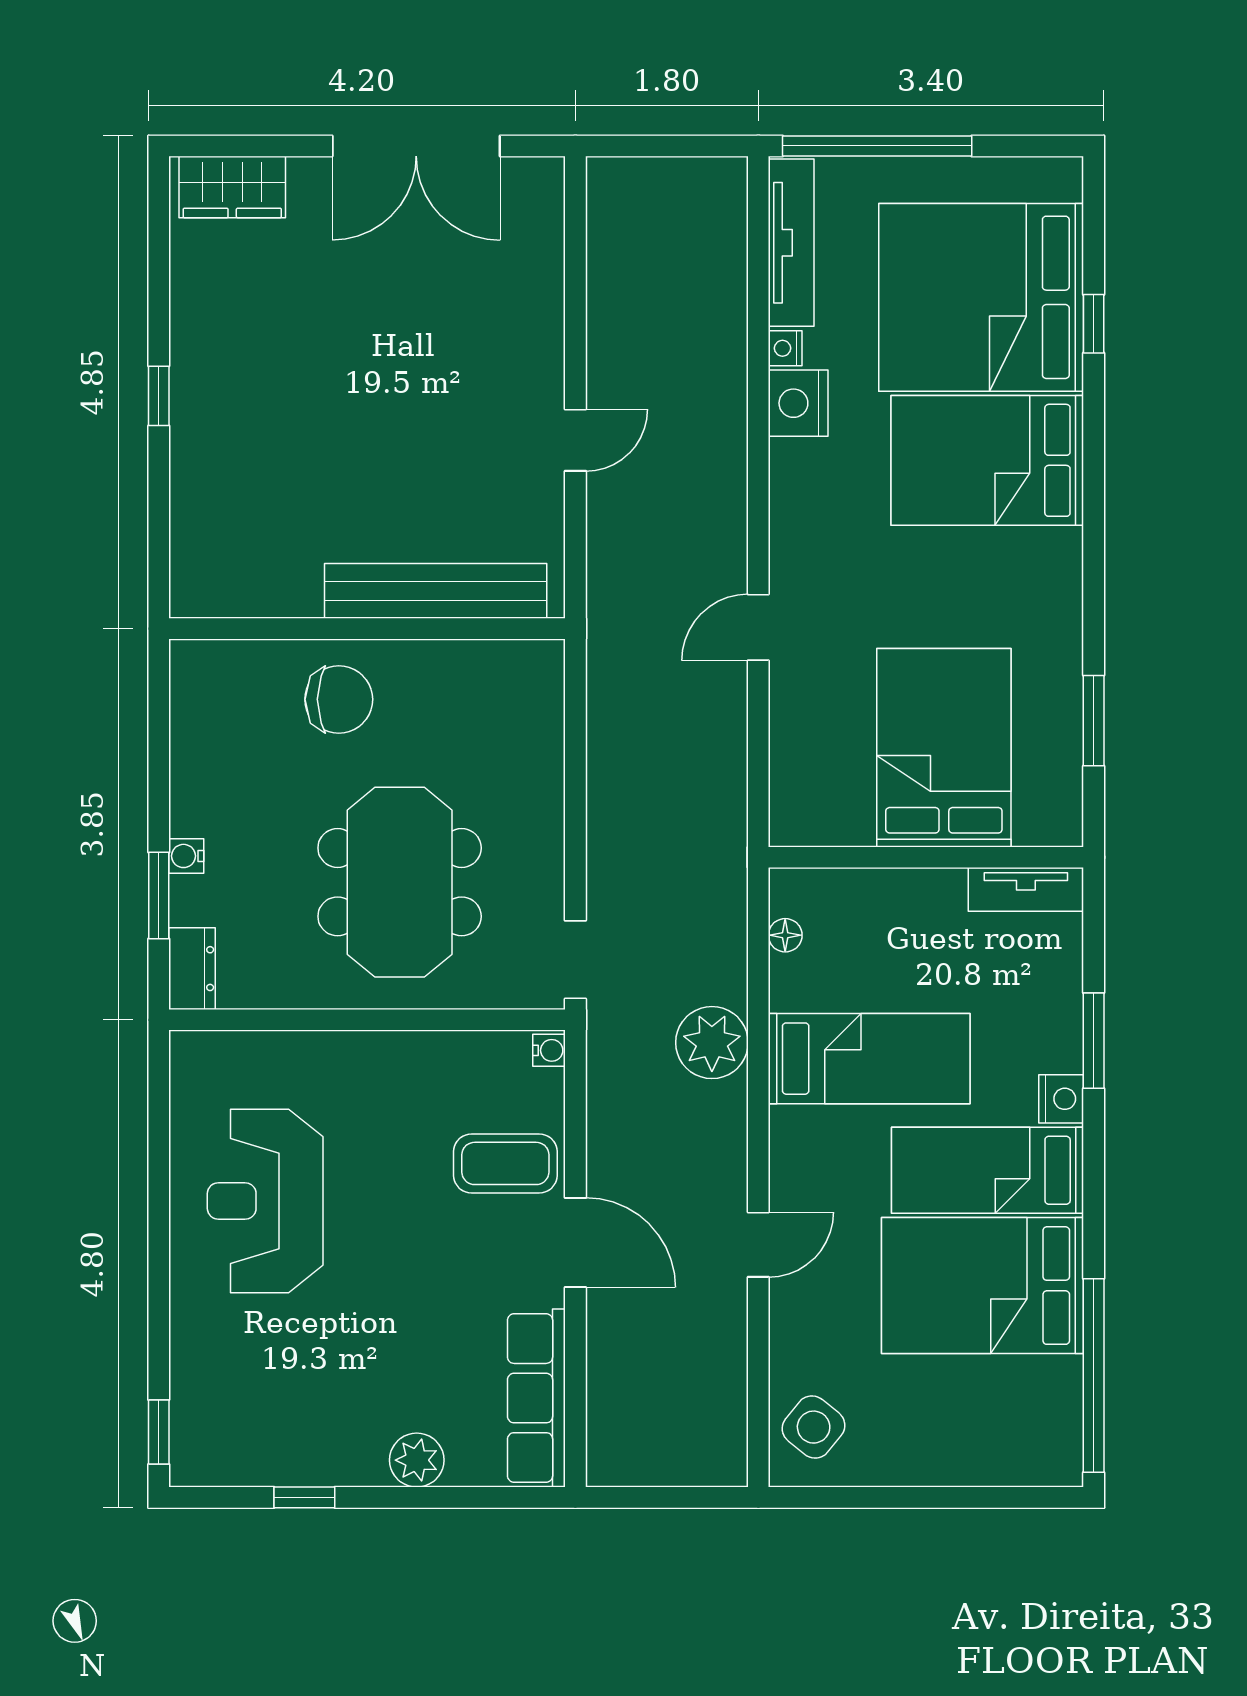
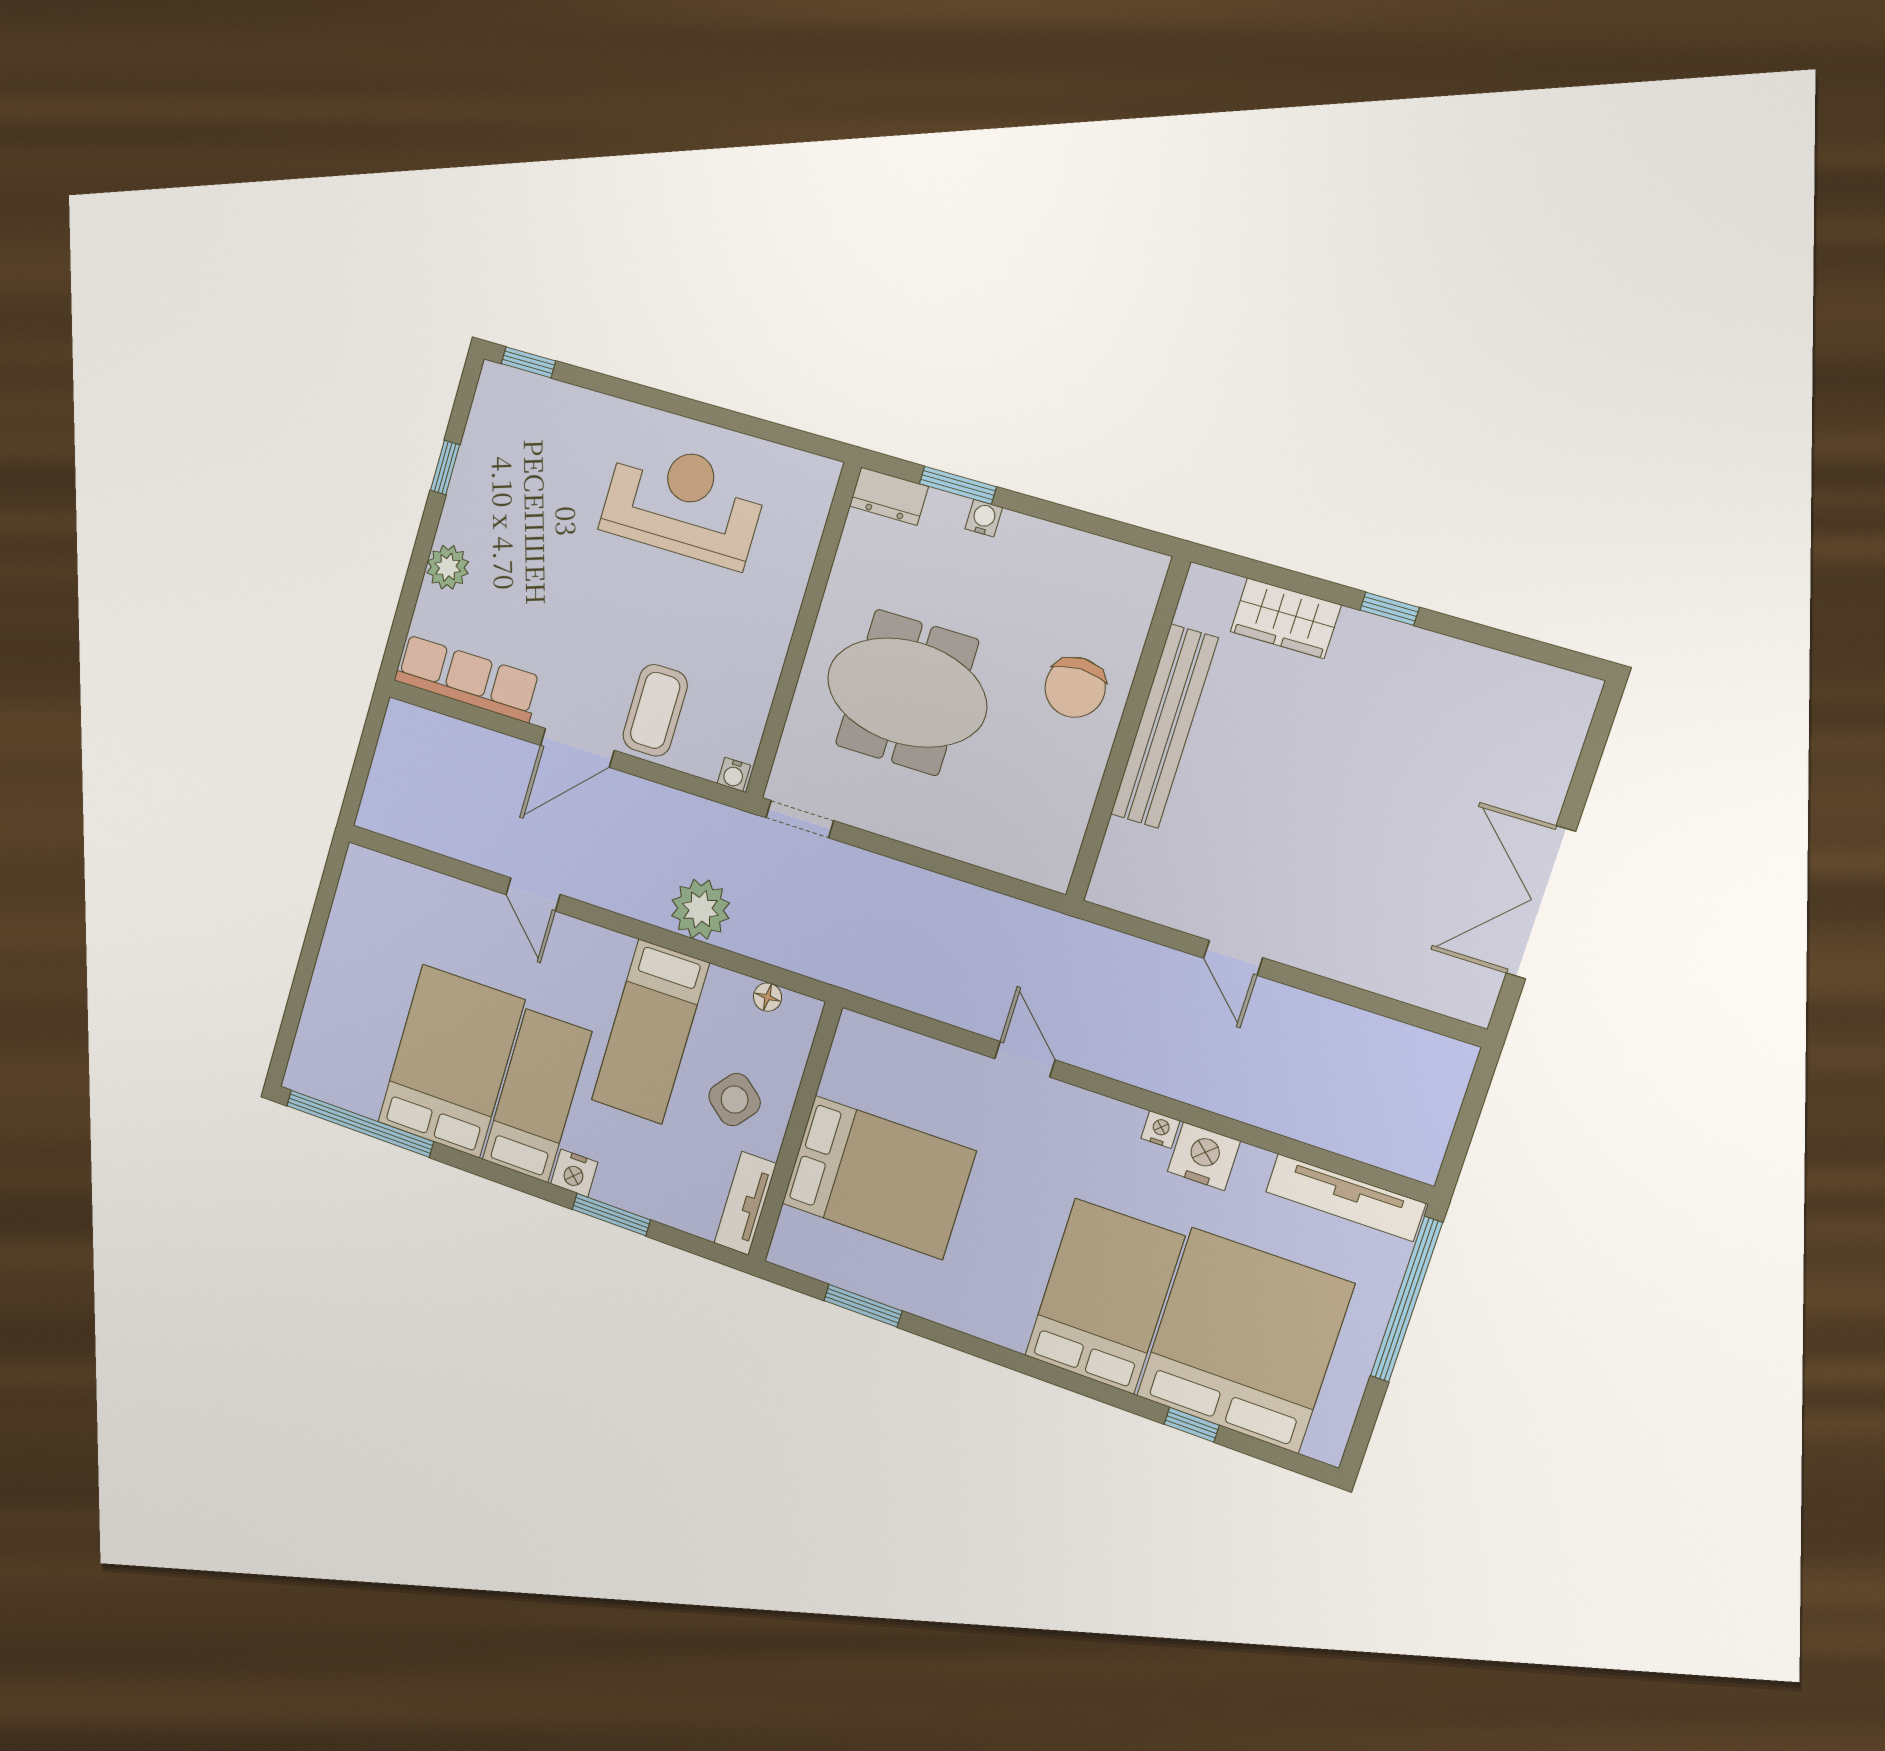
wardrobe: (232, 187) -> (1286, 618), moved, turned -90
nightstand: (785, 348) -> (1160, 1130), moved
bench: (436, 591) -> (1164, 726), moved
side table: (814, 1427) -> (735, 1100), moved

